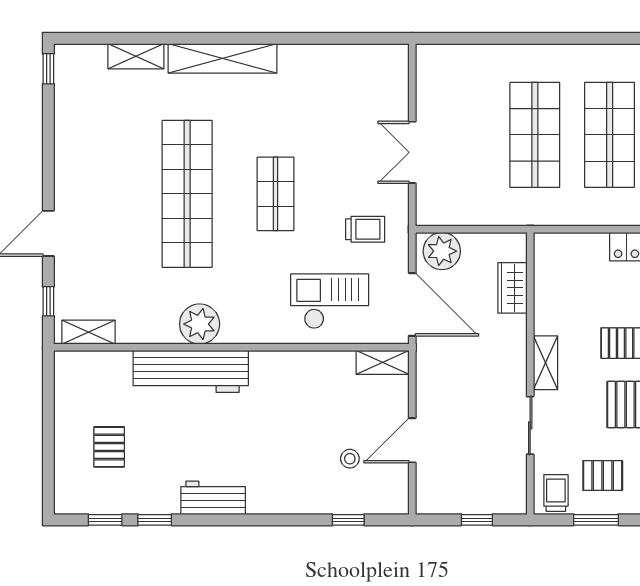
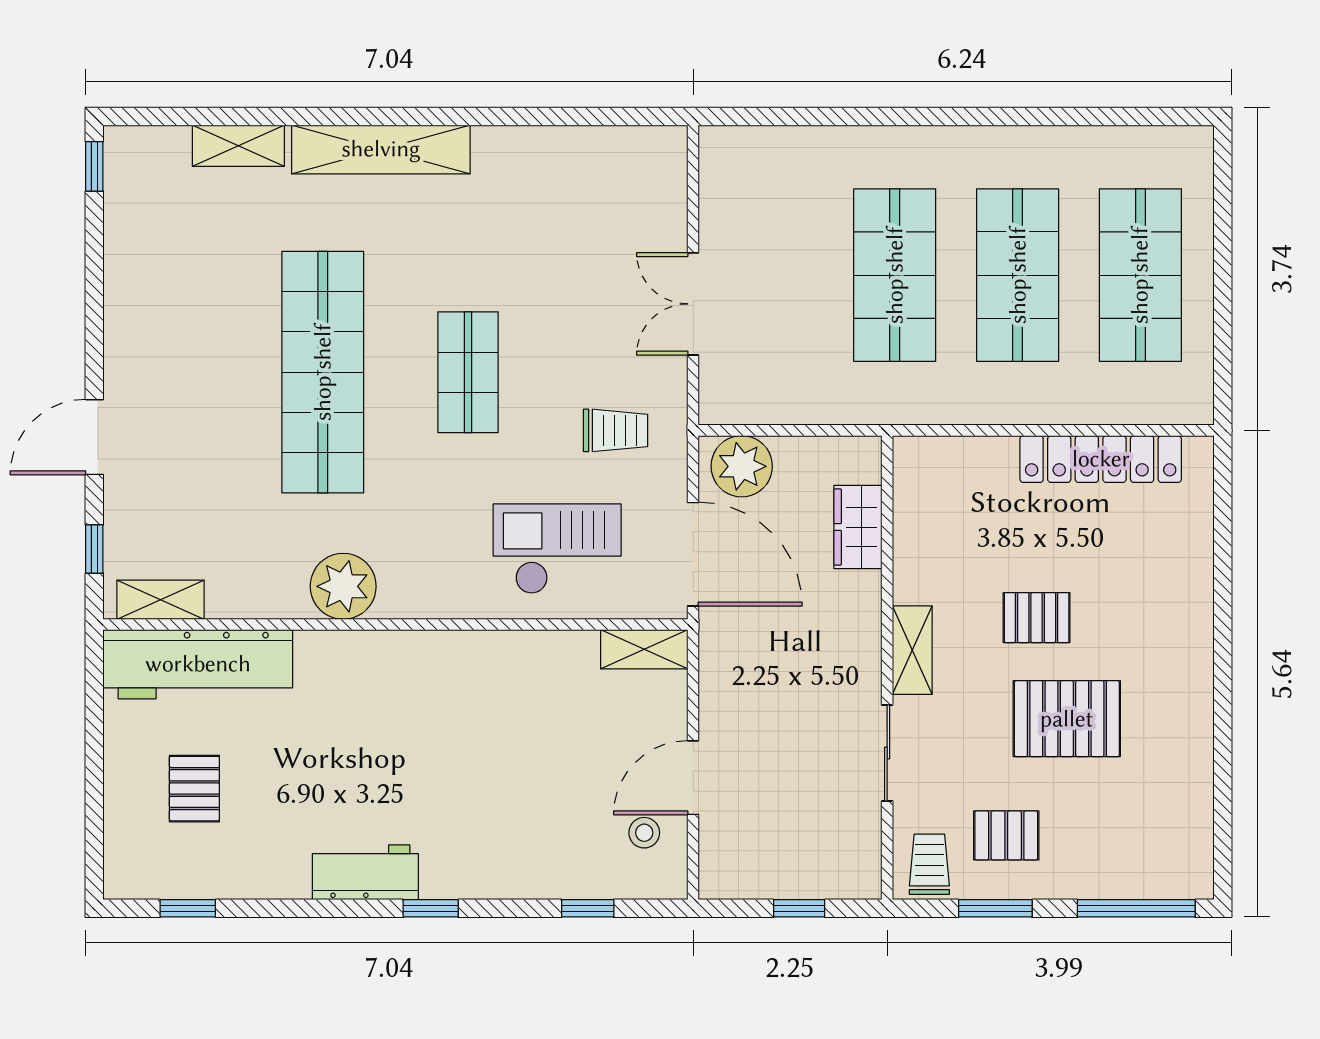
workbench: (191, 371) -> (198, 664), moved
stool: (350, 459) -> (644, 833), moved
window: (155, 520) -> (431, 908), moved

